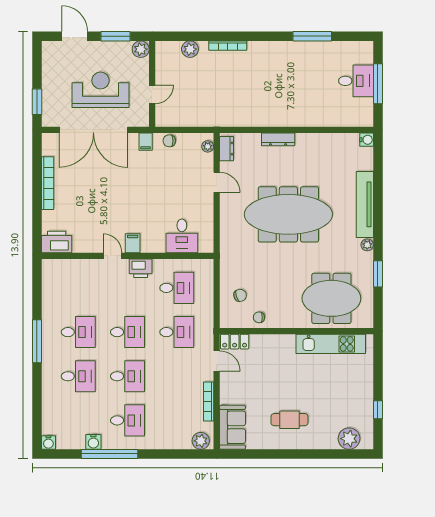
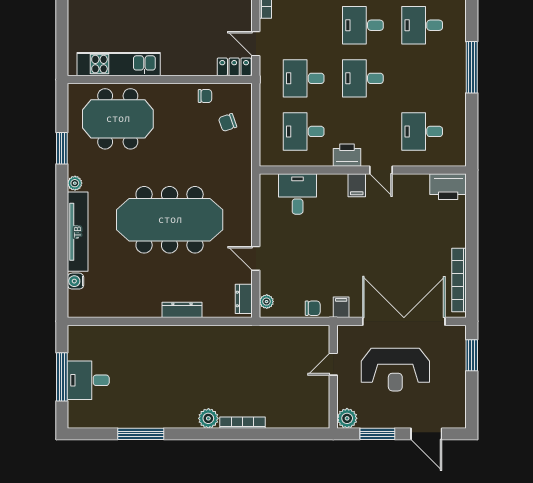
plant: (190, 49) -> (208, 418), moved
water cooler: (367, 140) -> (76, 281), moved
bookcase: (48, 183) -> (459, 280), moved
desk: (78, 332) -> (422, 131), moved

